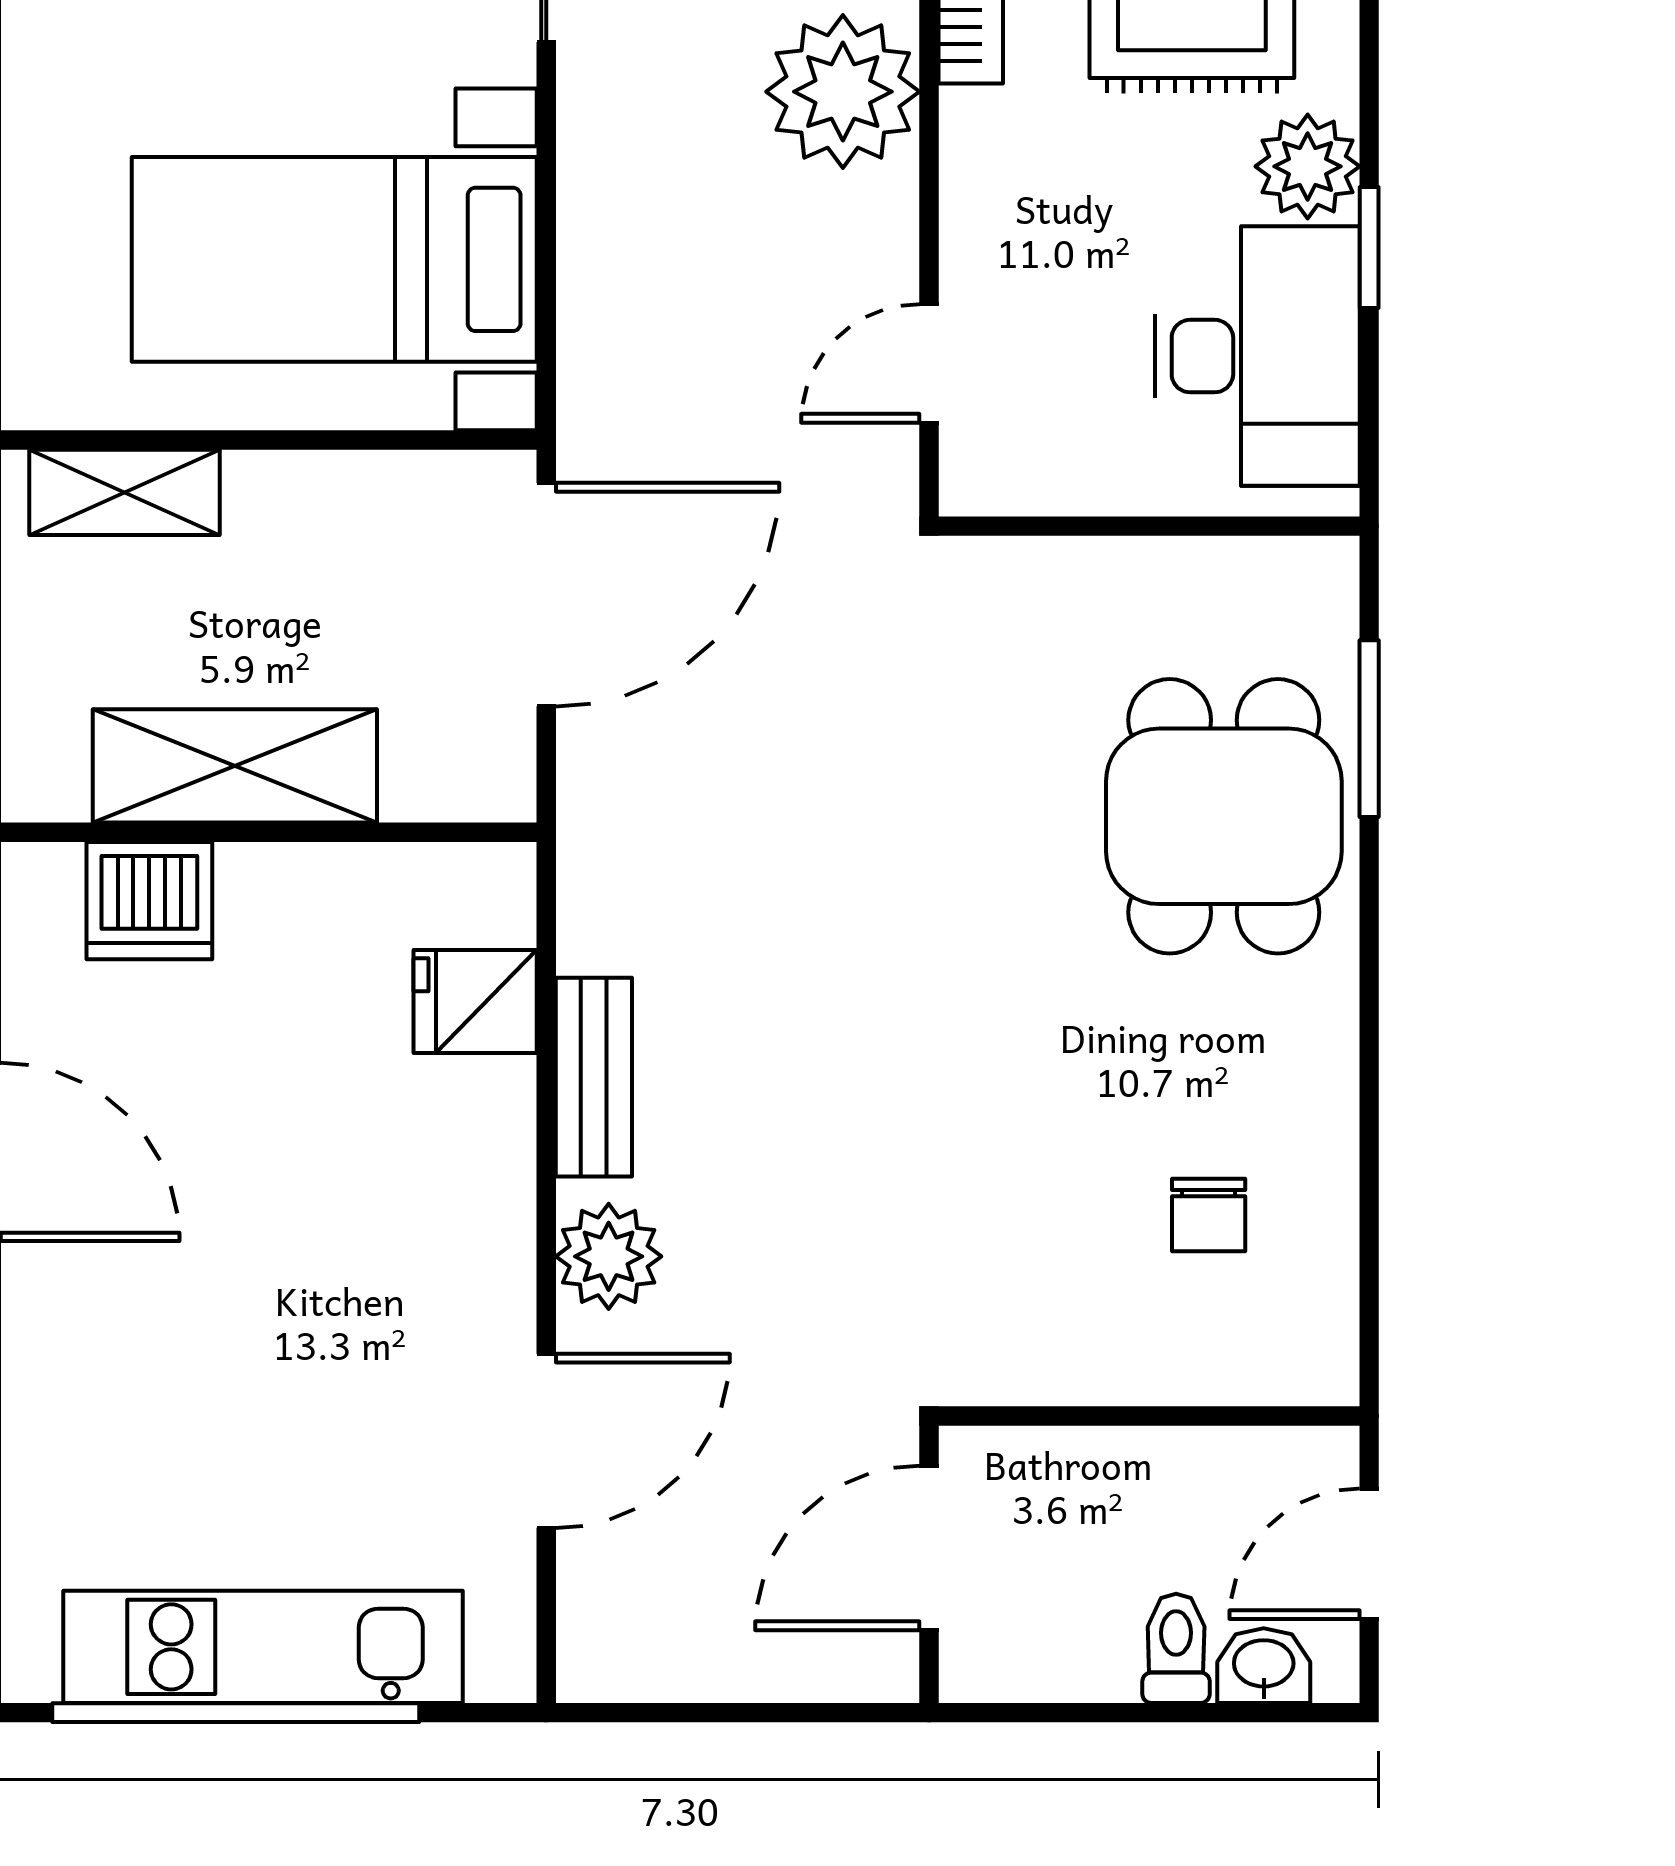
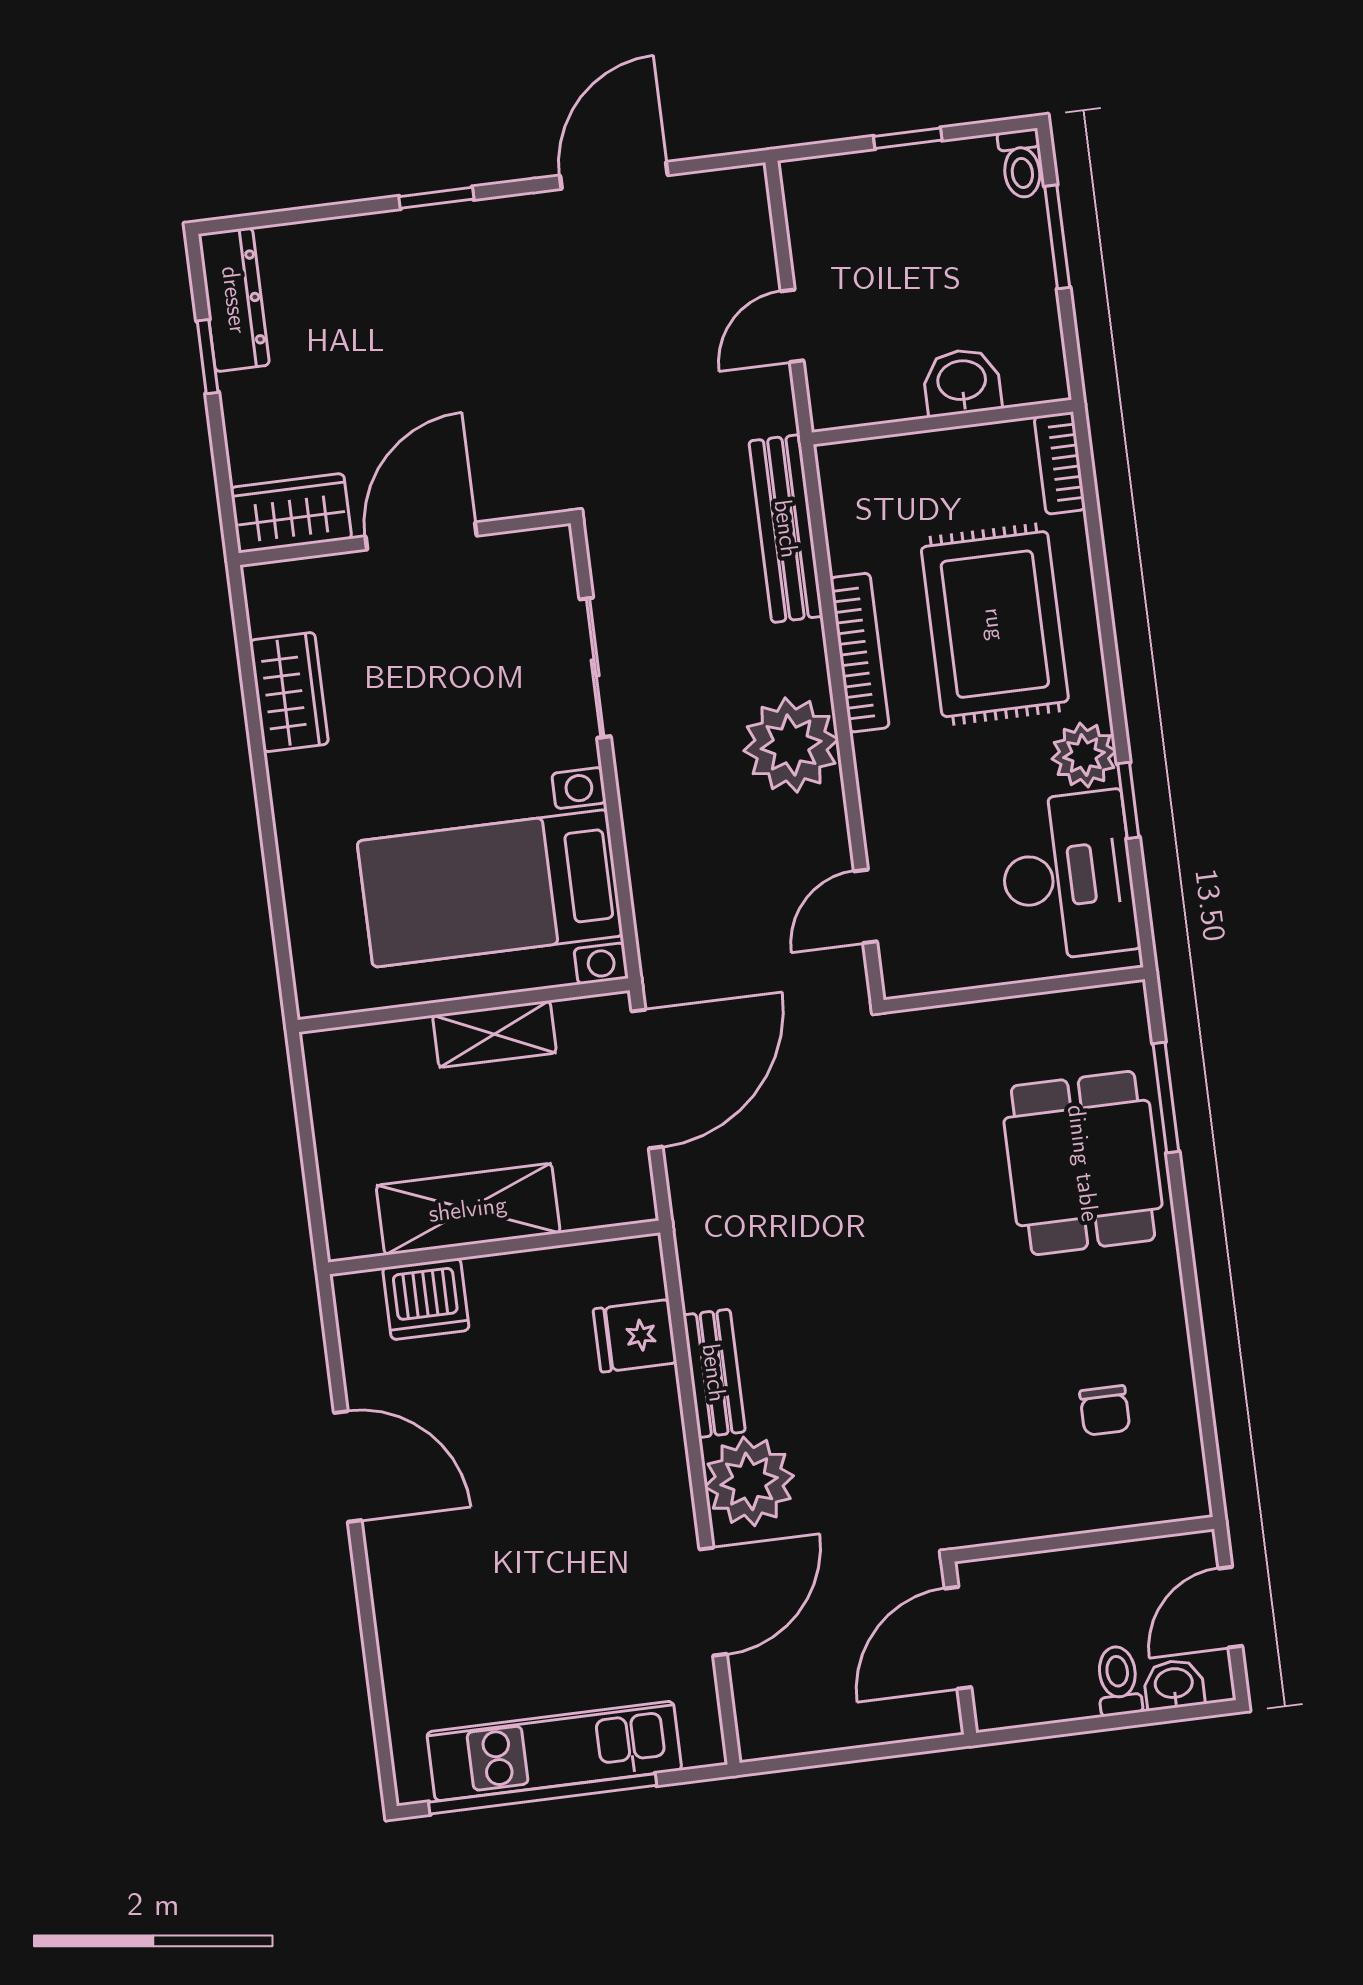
shelving: (125, 492) -> (494, 1034), moved
plant: (609, 1256) -> (749, 1481), width x1.36, depth x1.36

